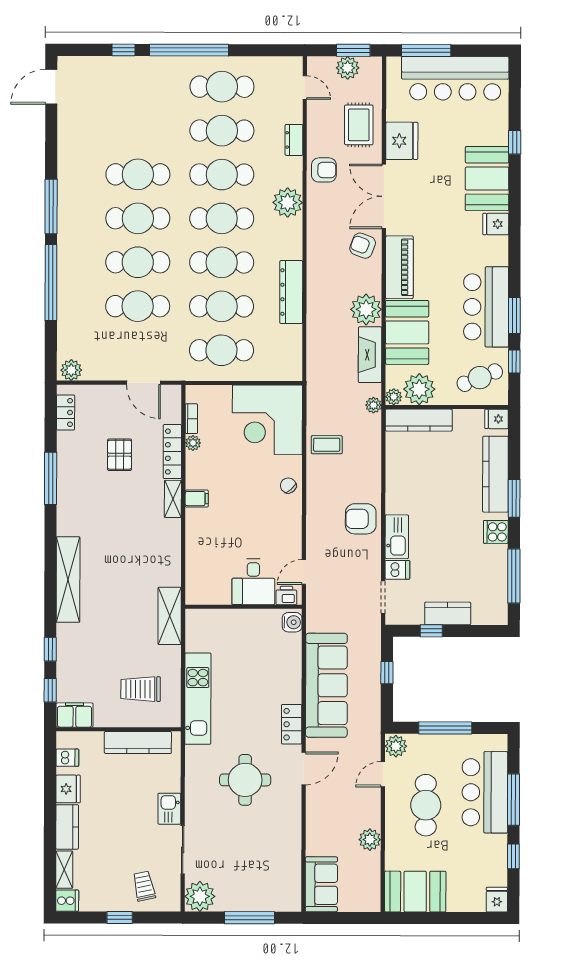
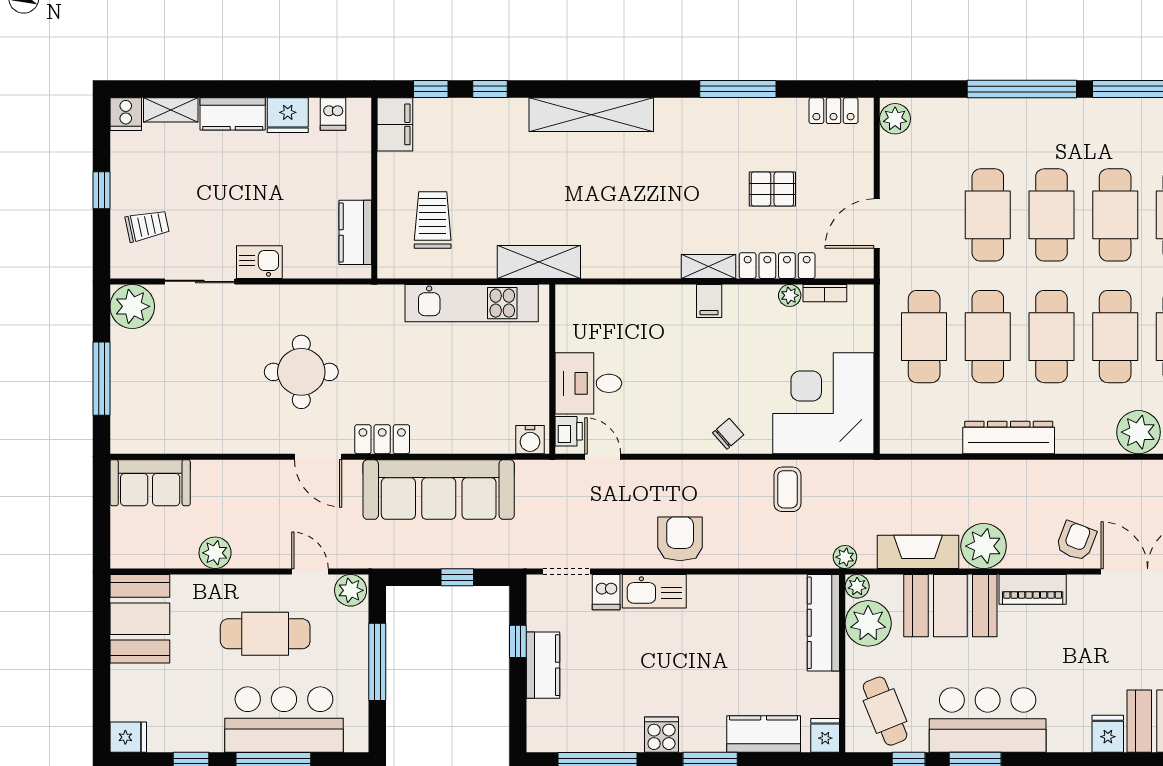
piano: (399, 267) -> (1033, 589), width x0.73, depth x0.75
kitchen counter: (495, 474) -> (764, 734), width x0.67
kitchen unit: (198, 699) -> (472, 303), moved
kitchen counter: (138, 742) -> (355, 232), width x0.67

